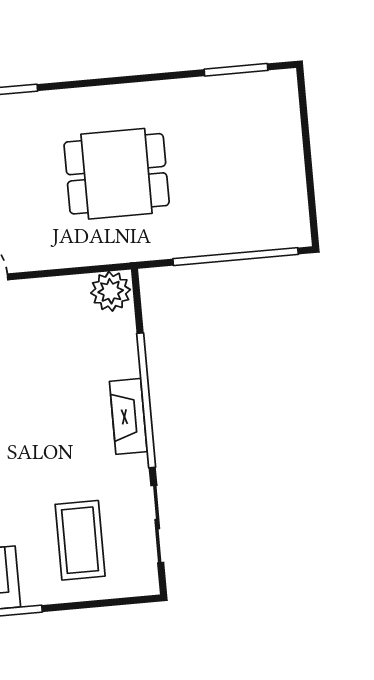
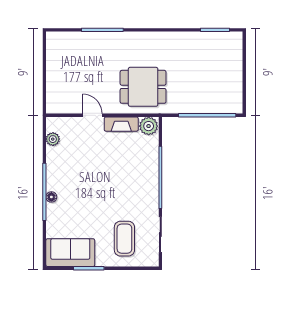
dining table: (117, 174) -> (143, 87), moved
fireplace: (128, 416) -> (121, 124), moved, turned -90

